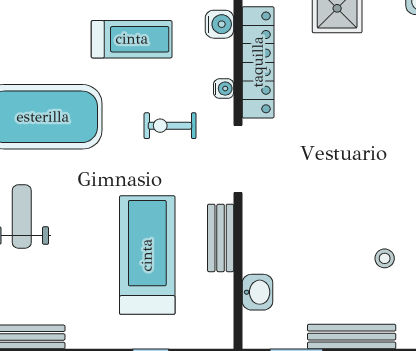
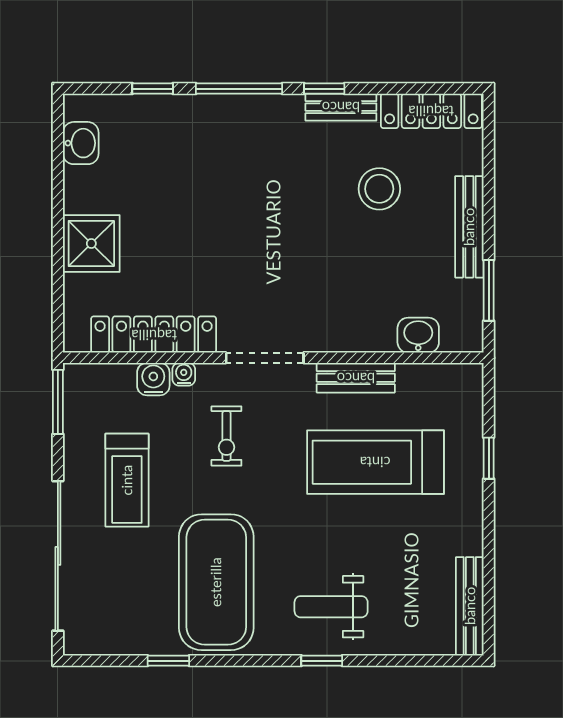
water cooler: (219, 24) -> (153, 379), moved
treadmill: (132, 39) -> (127, 480), turned 180
stool: (385, 258) -> (379, 189), width x1.89, depth x1.89

